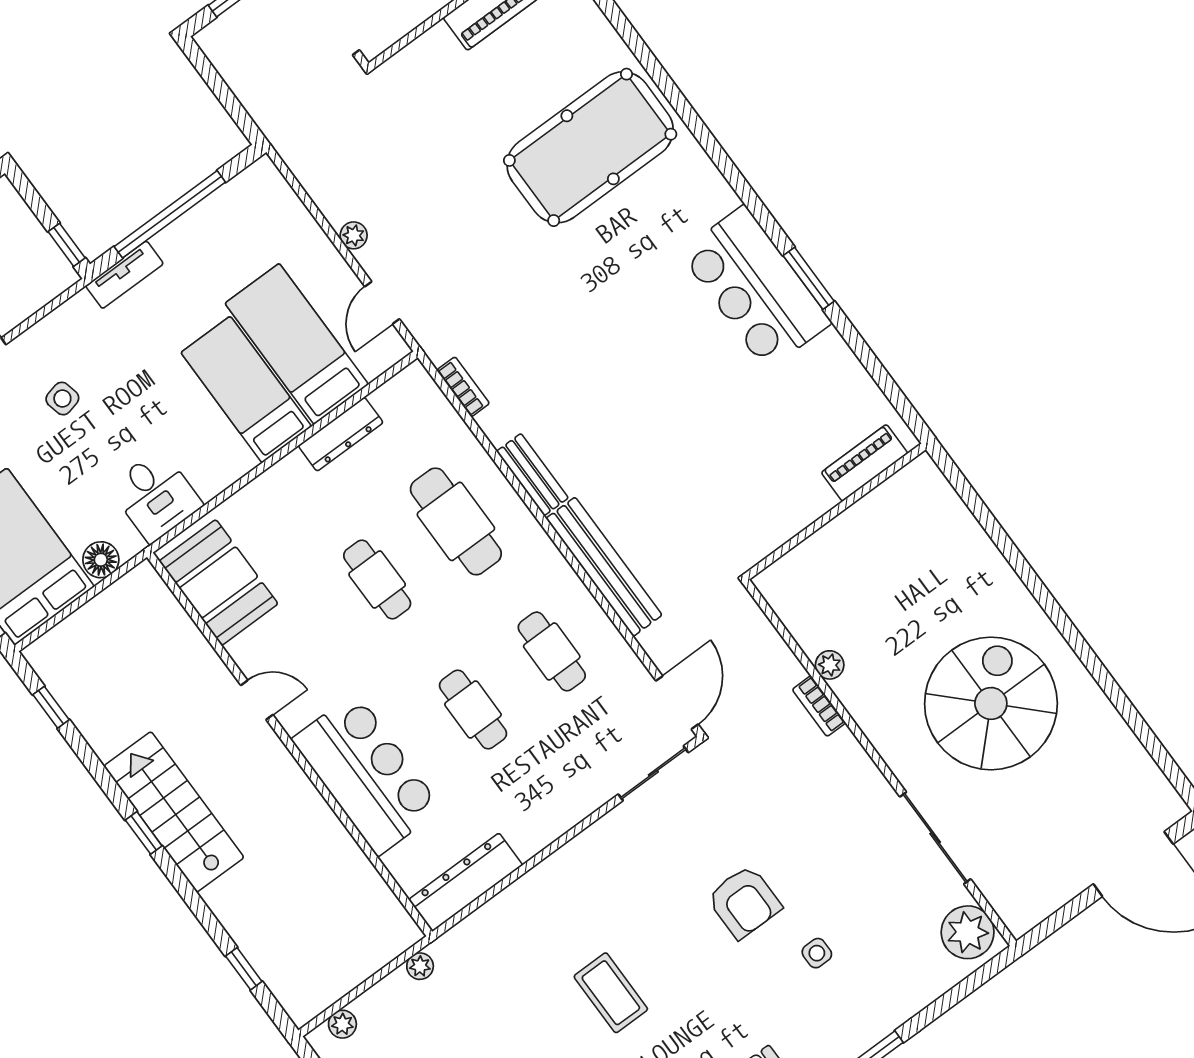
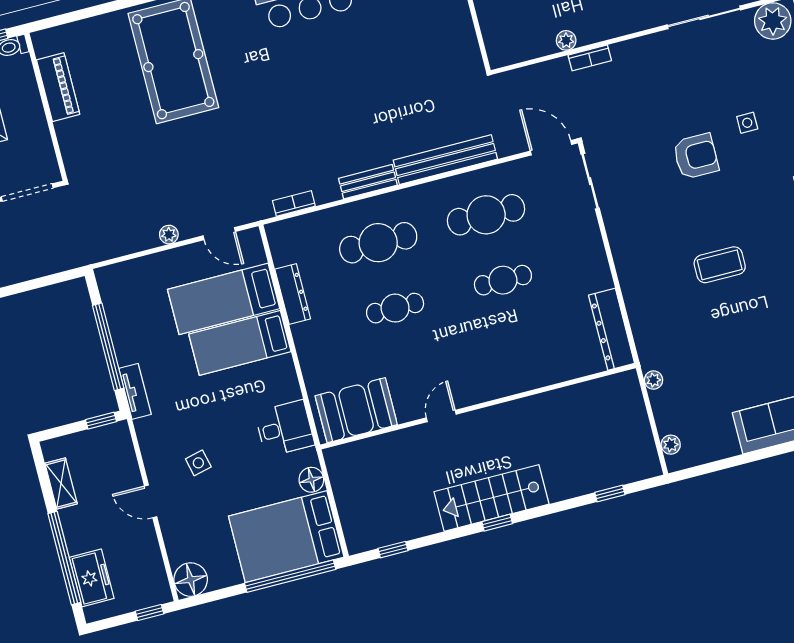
cafe table: (552, 651) -> (486, 215), width x1.37, depth x1.35
bar counter: (367, 774) -> (517, 365), removed

